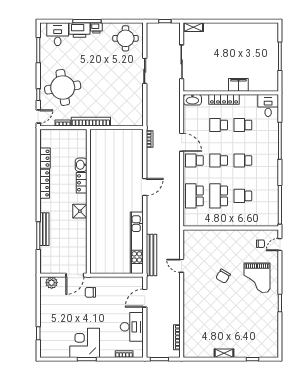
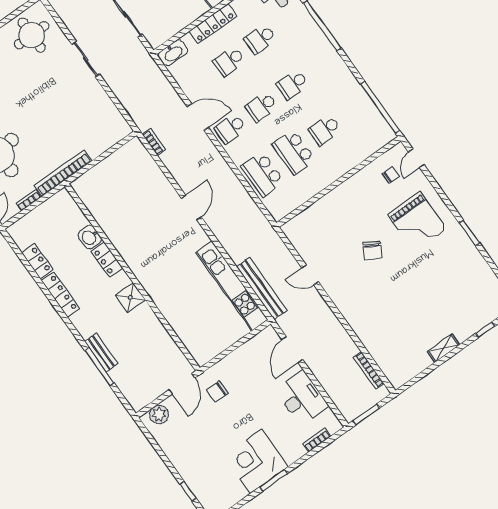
bench: (44, 229) -> (101, 353), width x0.73

